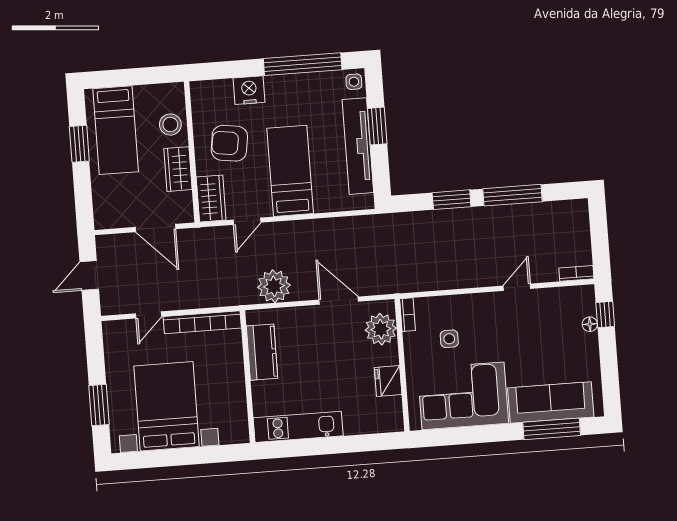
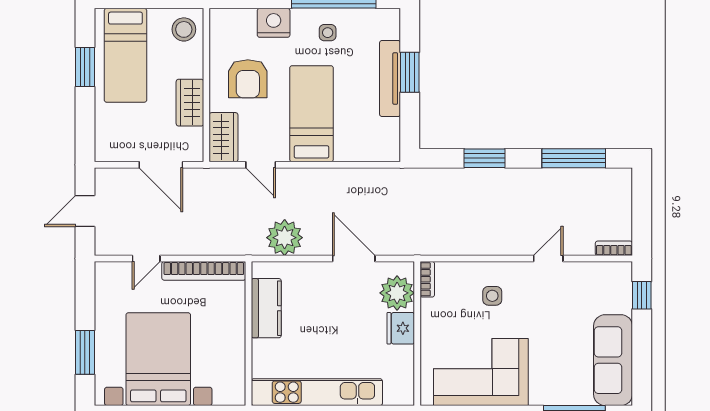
side table: (354, 82) -> (328, 33), moved
stool: (170, 125) -> (184, 29), moved
armchair: (229, 143) -> (248, 79), turned -98
tv unit: (358, 146) -> (390, 79), width x0.73, depth x0.78
window: (512, 195) -> (574, 158), moved
door: (247, 221) -> (261, 165), hinge flipped
floor lamp: (590, 324) -> (624, 305), removed
side table: (449, 339) -> (492, 296), moved
fridge: (388, 381) -> (401, 328), moved
sofa: (551, 402) -> (613, 360), moved, turned -90
kitchen unit: (298, 427) -> (317, 392), width x1.36

